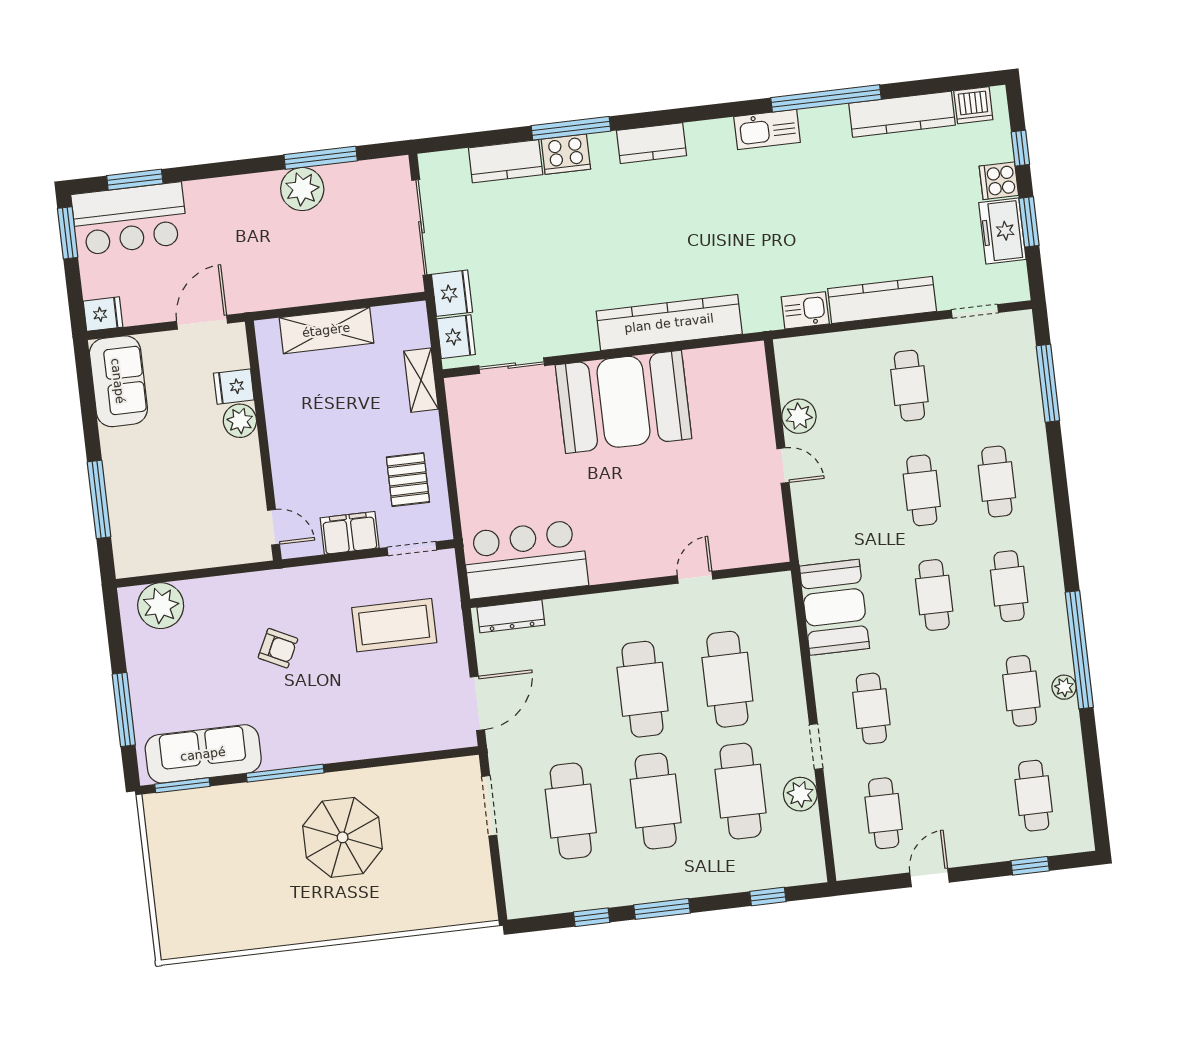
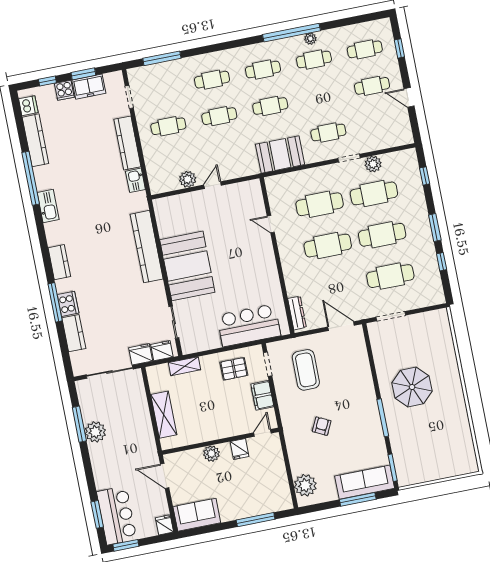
fridge: (234, 387) -> (240, 449), moved
bar counter: (525, 559) -> (249, 325), moved, turned 90
sofa: (203, 754) -> (365, 482), moved, turned 90
cafe table: (884, 813) -> (372, 86), moved

